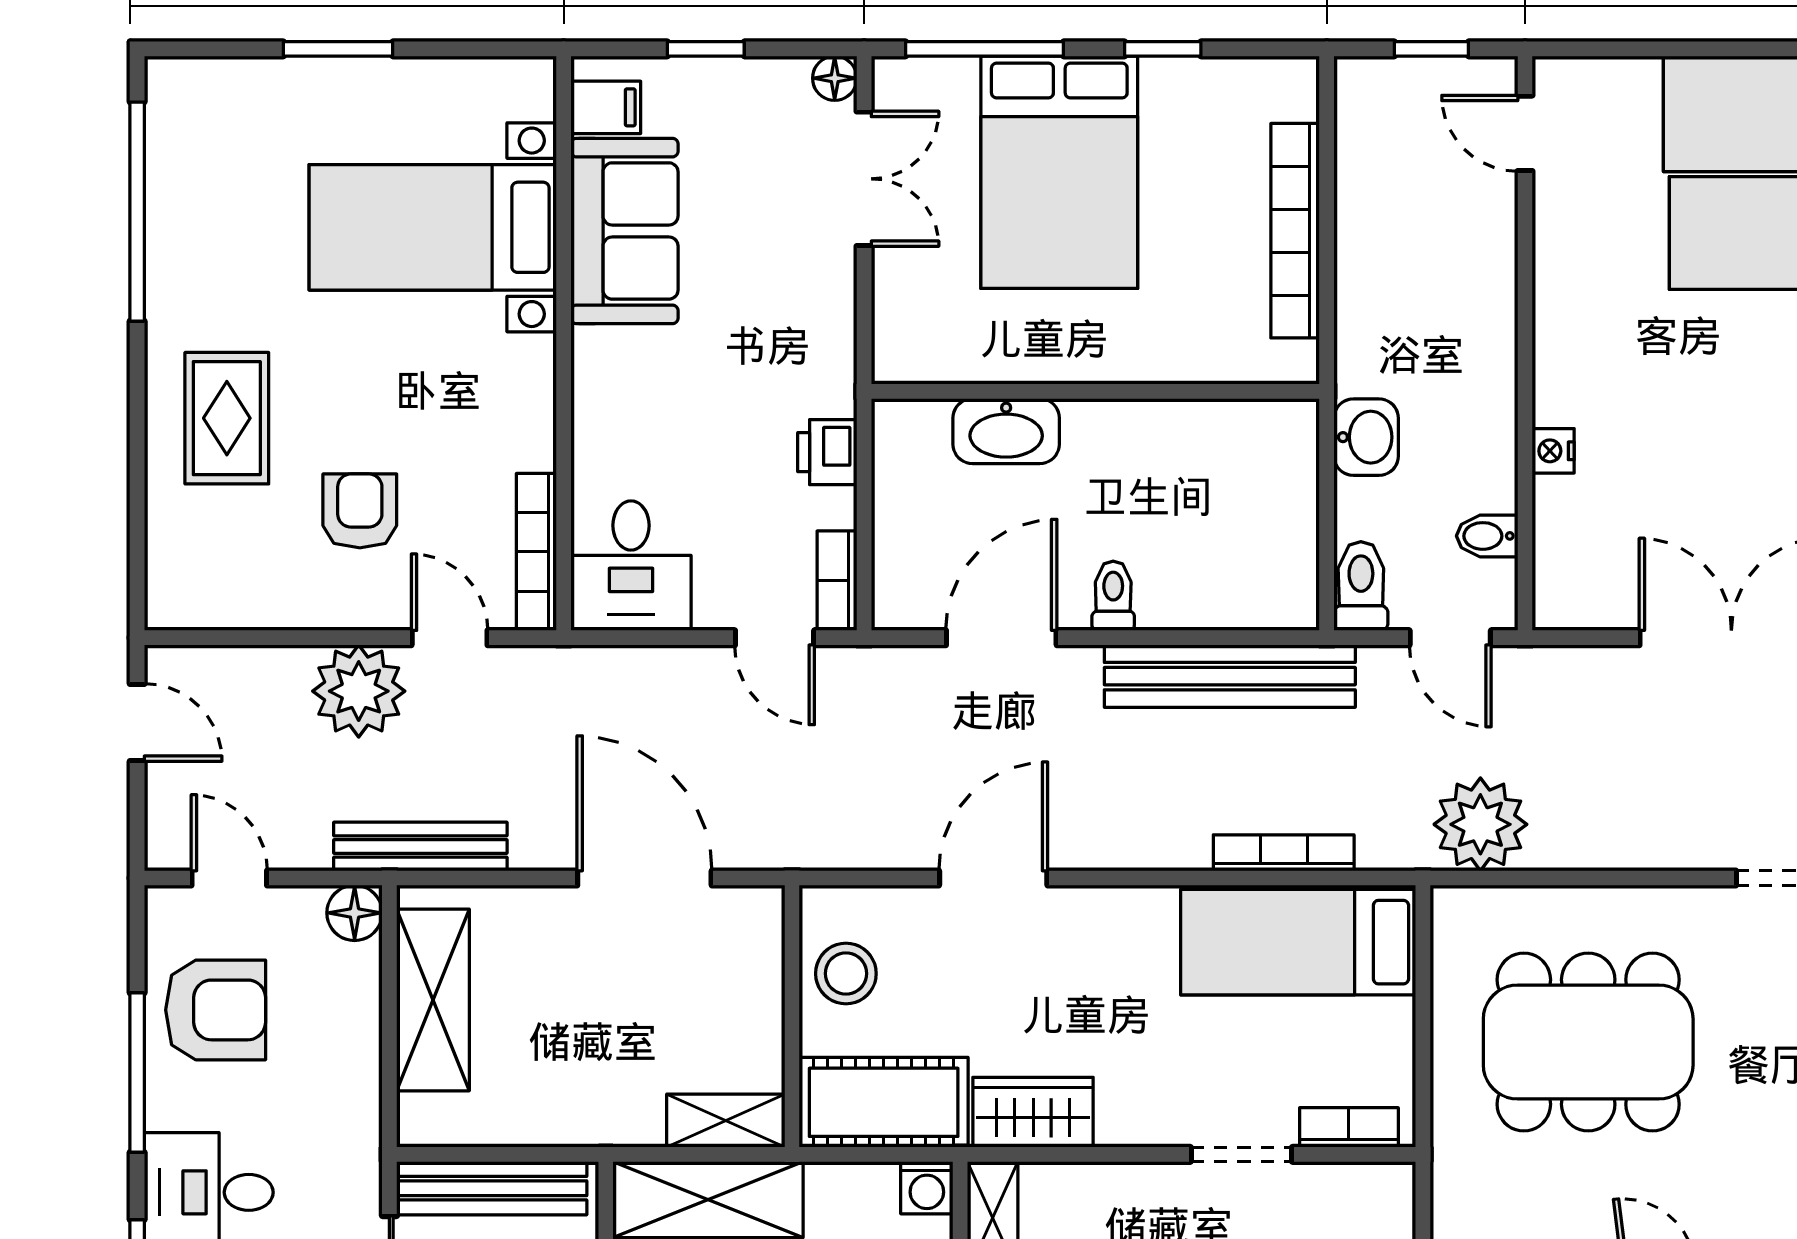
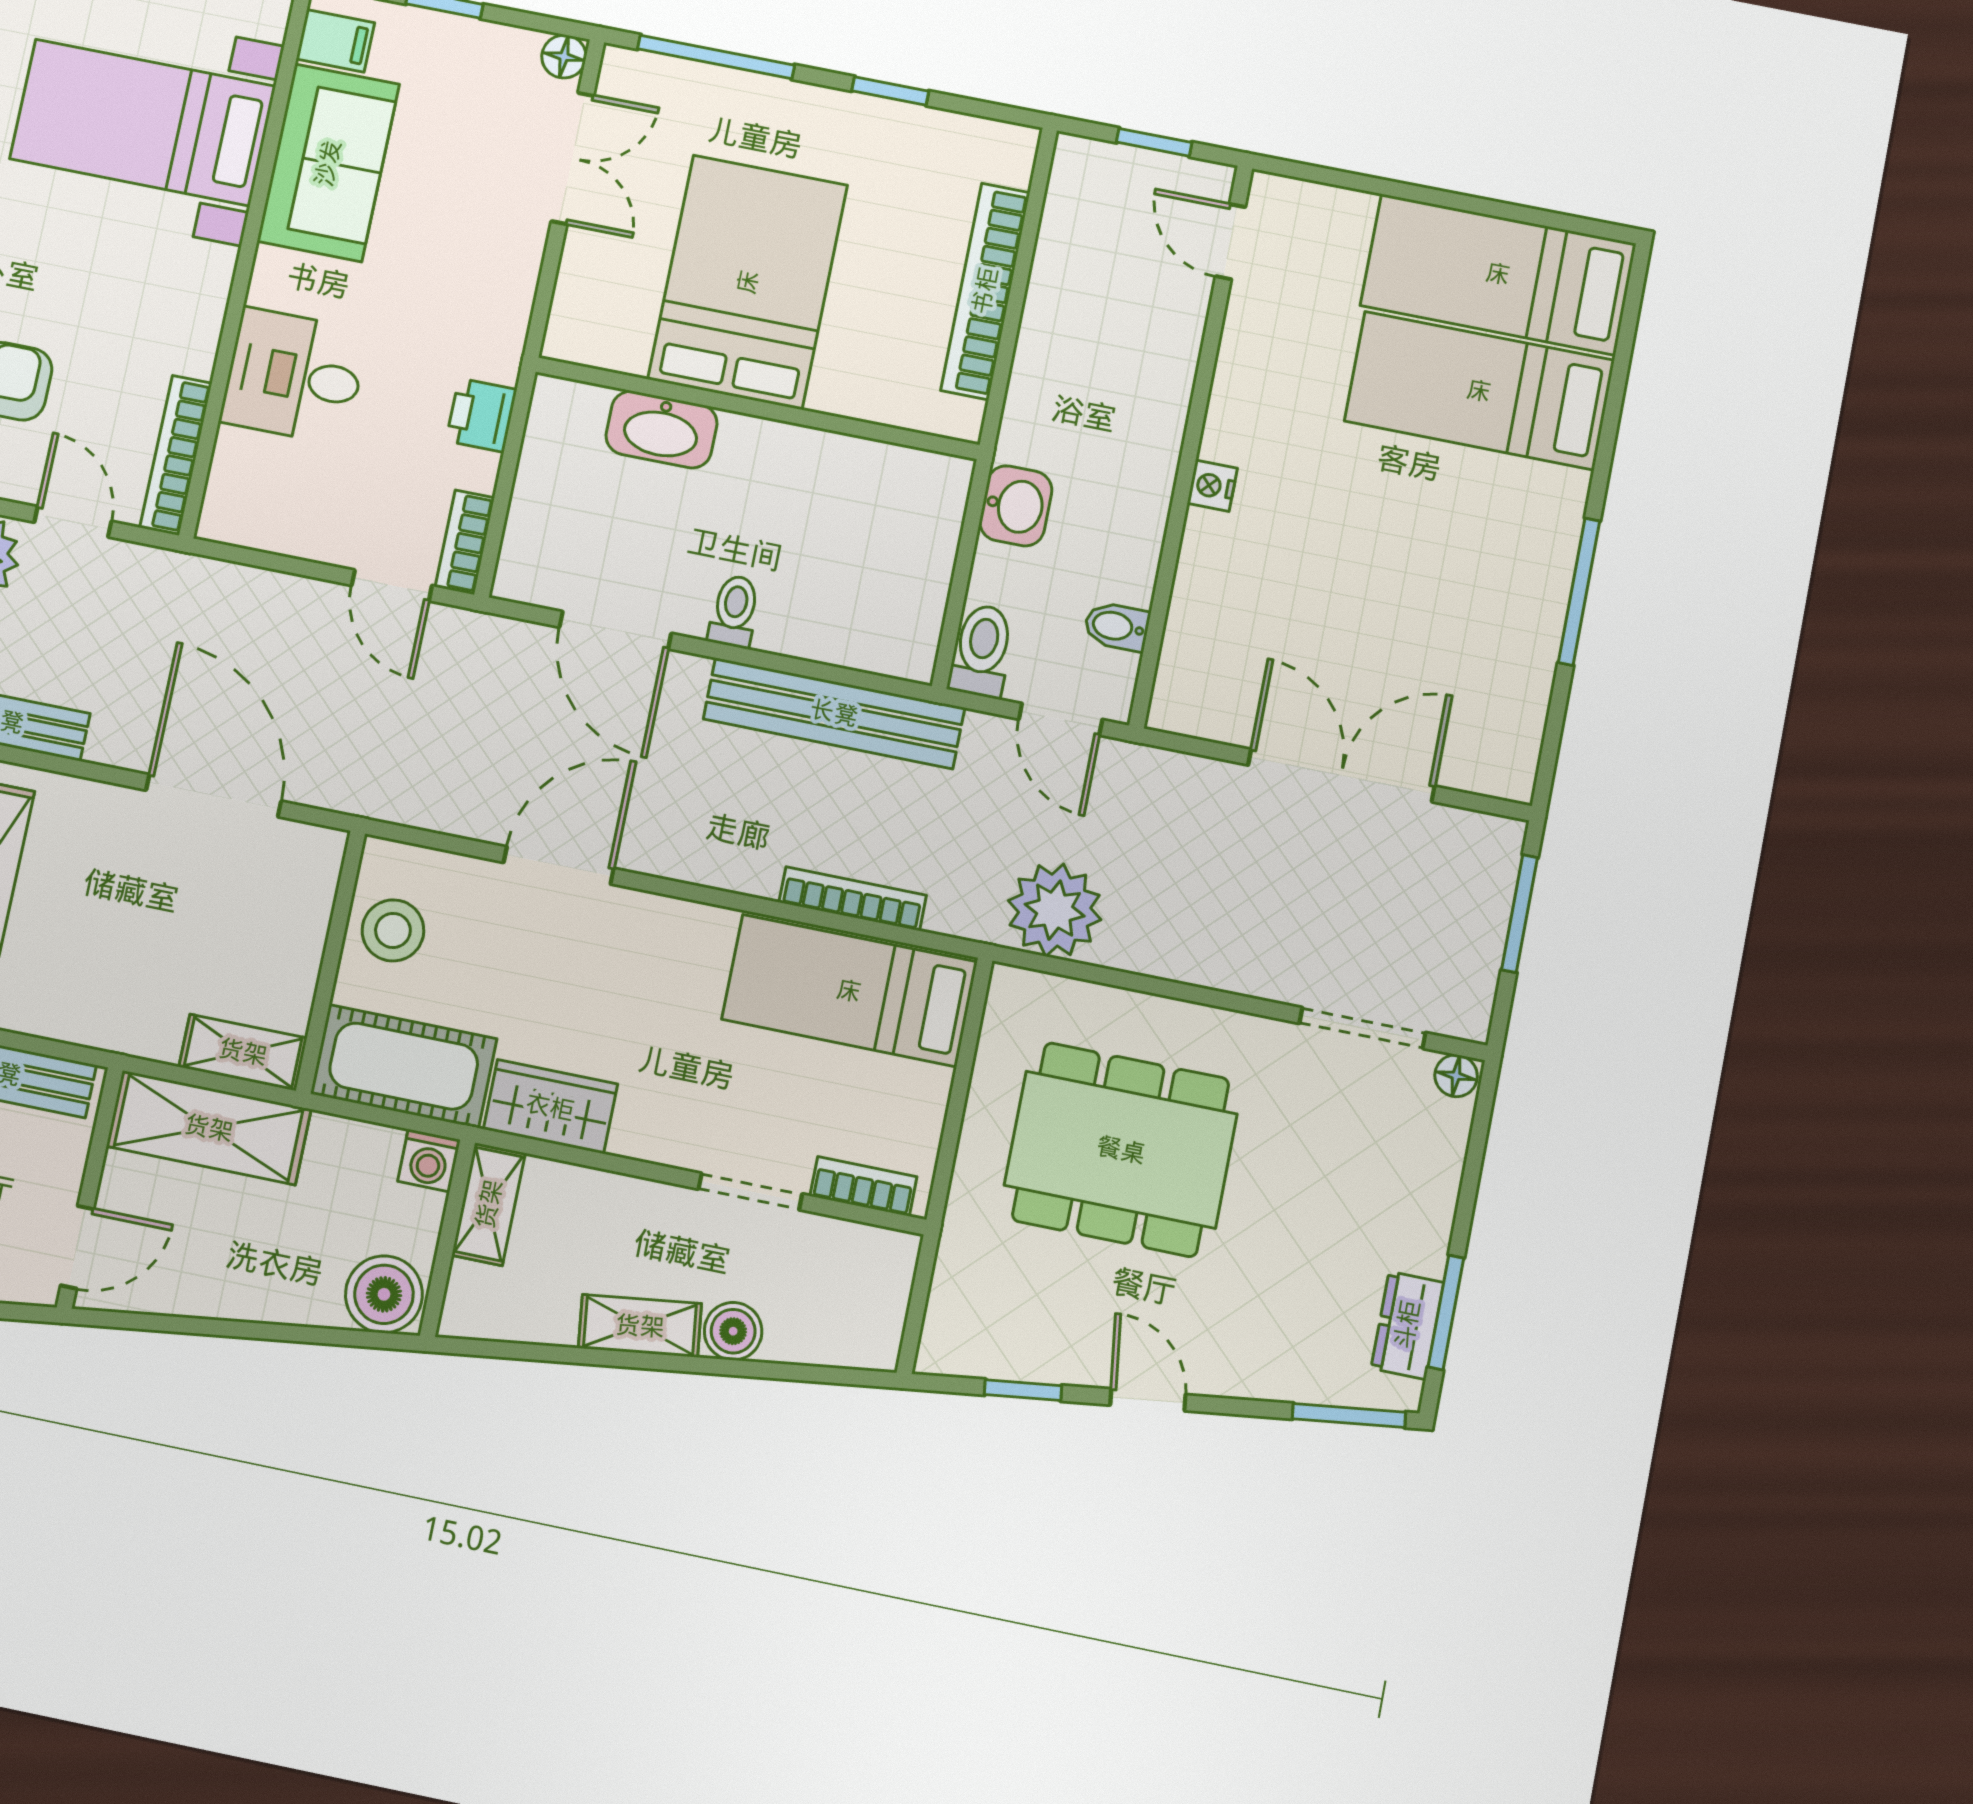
bed: (1059, 172) -> (748, 282), moved, turned 180
nightstand: (1553, 451) -> (1212, 486), moved
desk: (631, 566) -> (294, 376), moved, turned 90
door: (1001, 638) -> (615, 630), swing flipped

